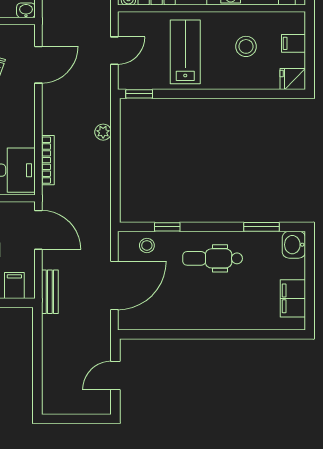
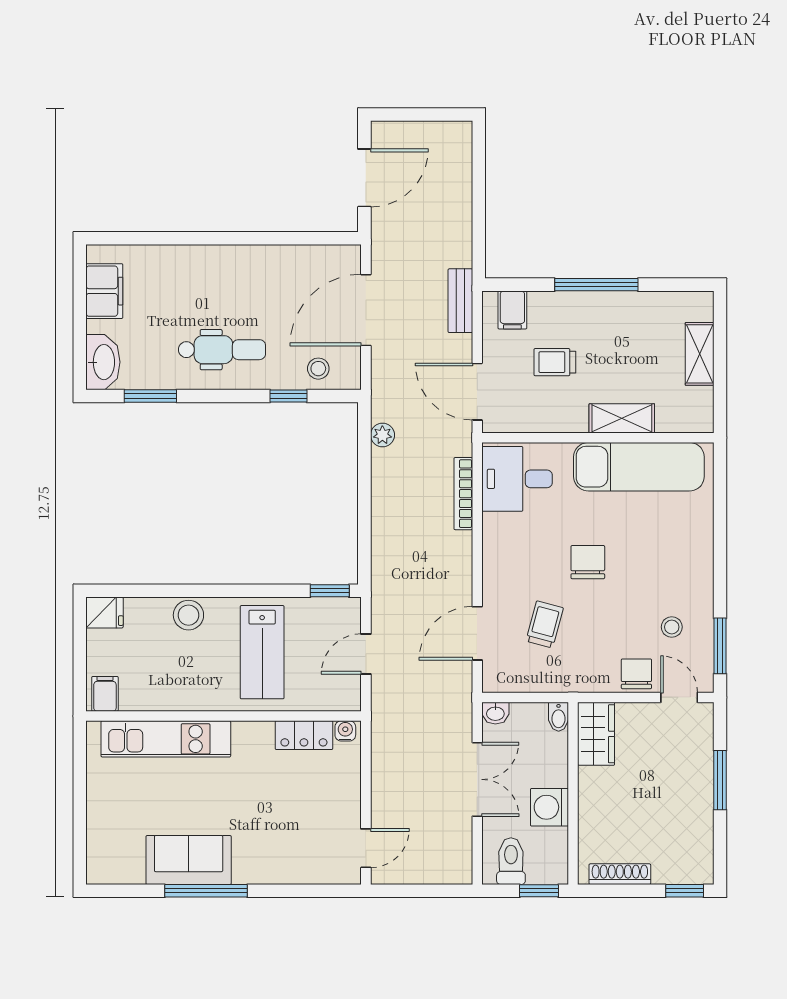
filing cabinet: (293, 43) -> (105, 694), moved, turned -90
stool: (246, 46) -> (188, 615), moved
plant: (103, 132) -> (382, 435), moved
washbasin: (294, 245) -> (103, 362), width x1.38
door: (115, 376) -> (364, 178), width x1.38

